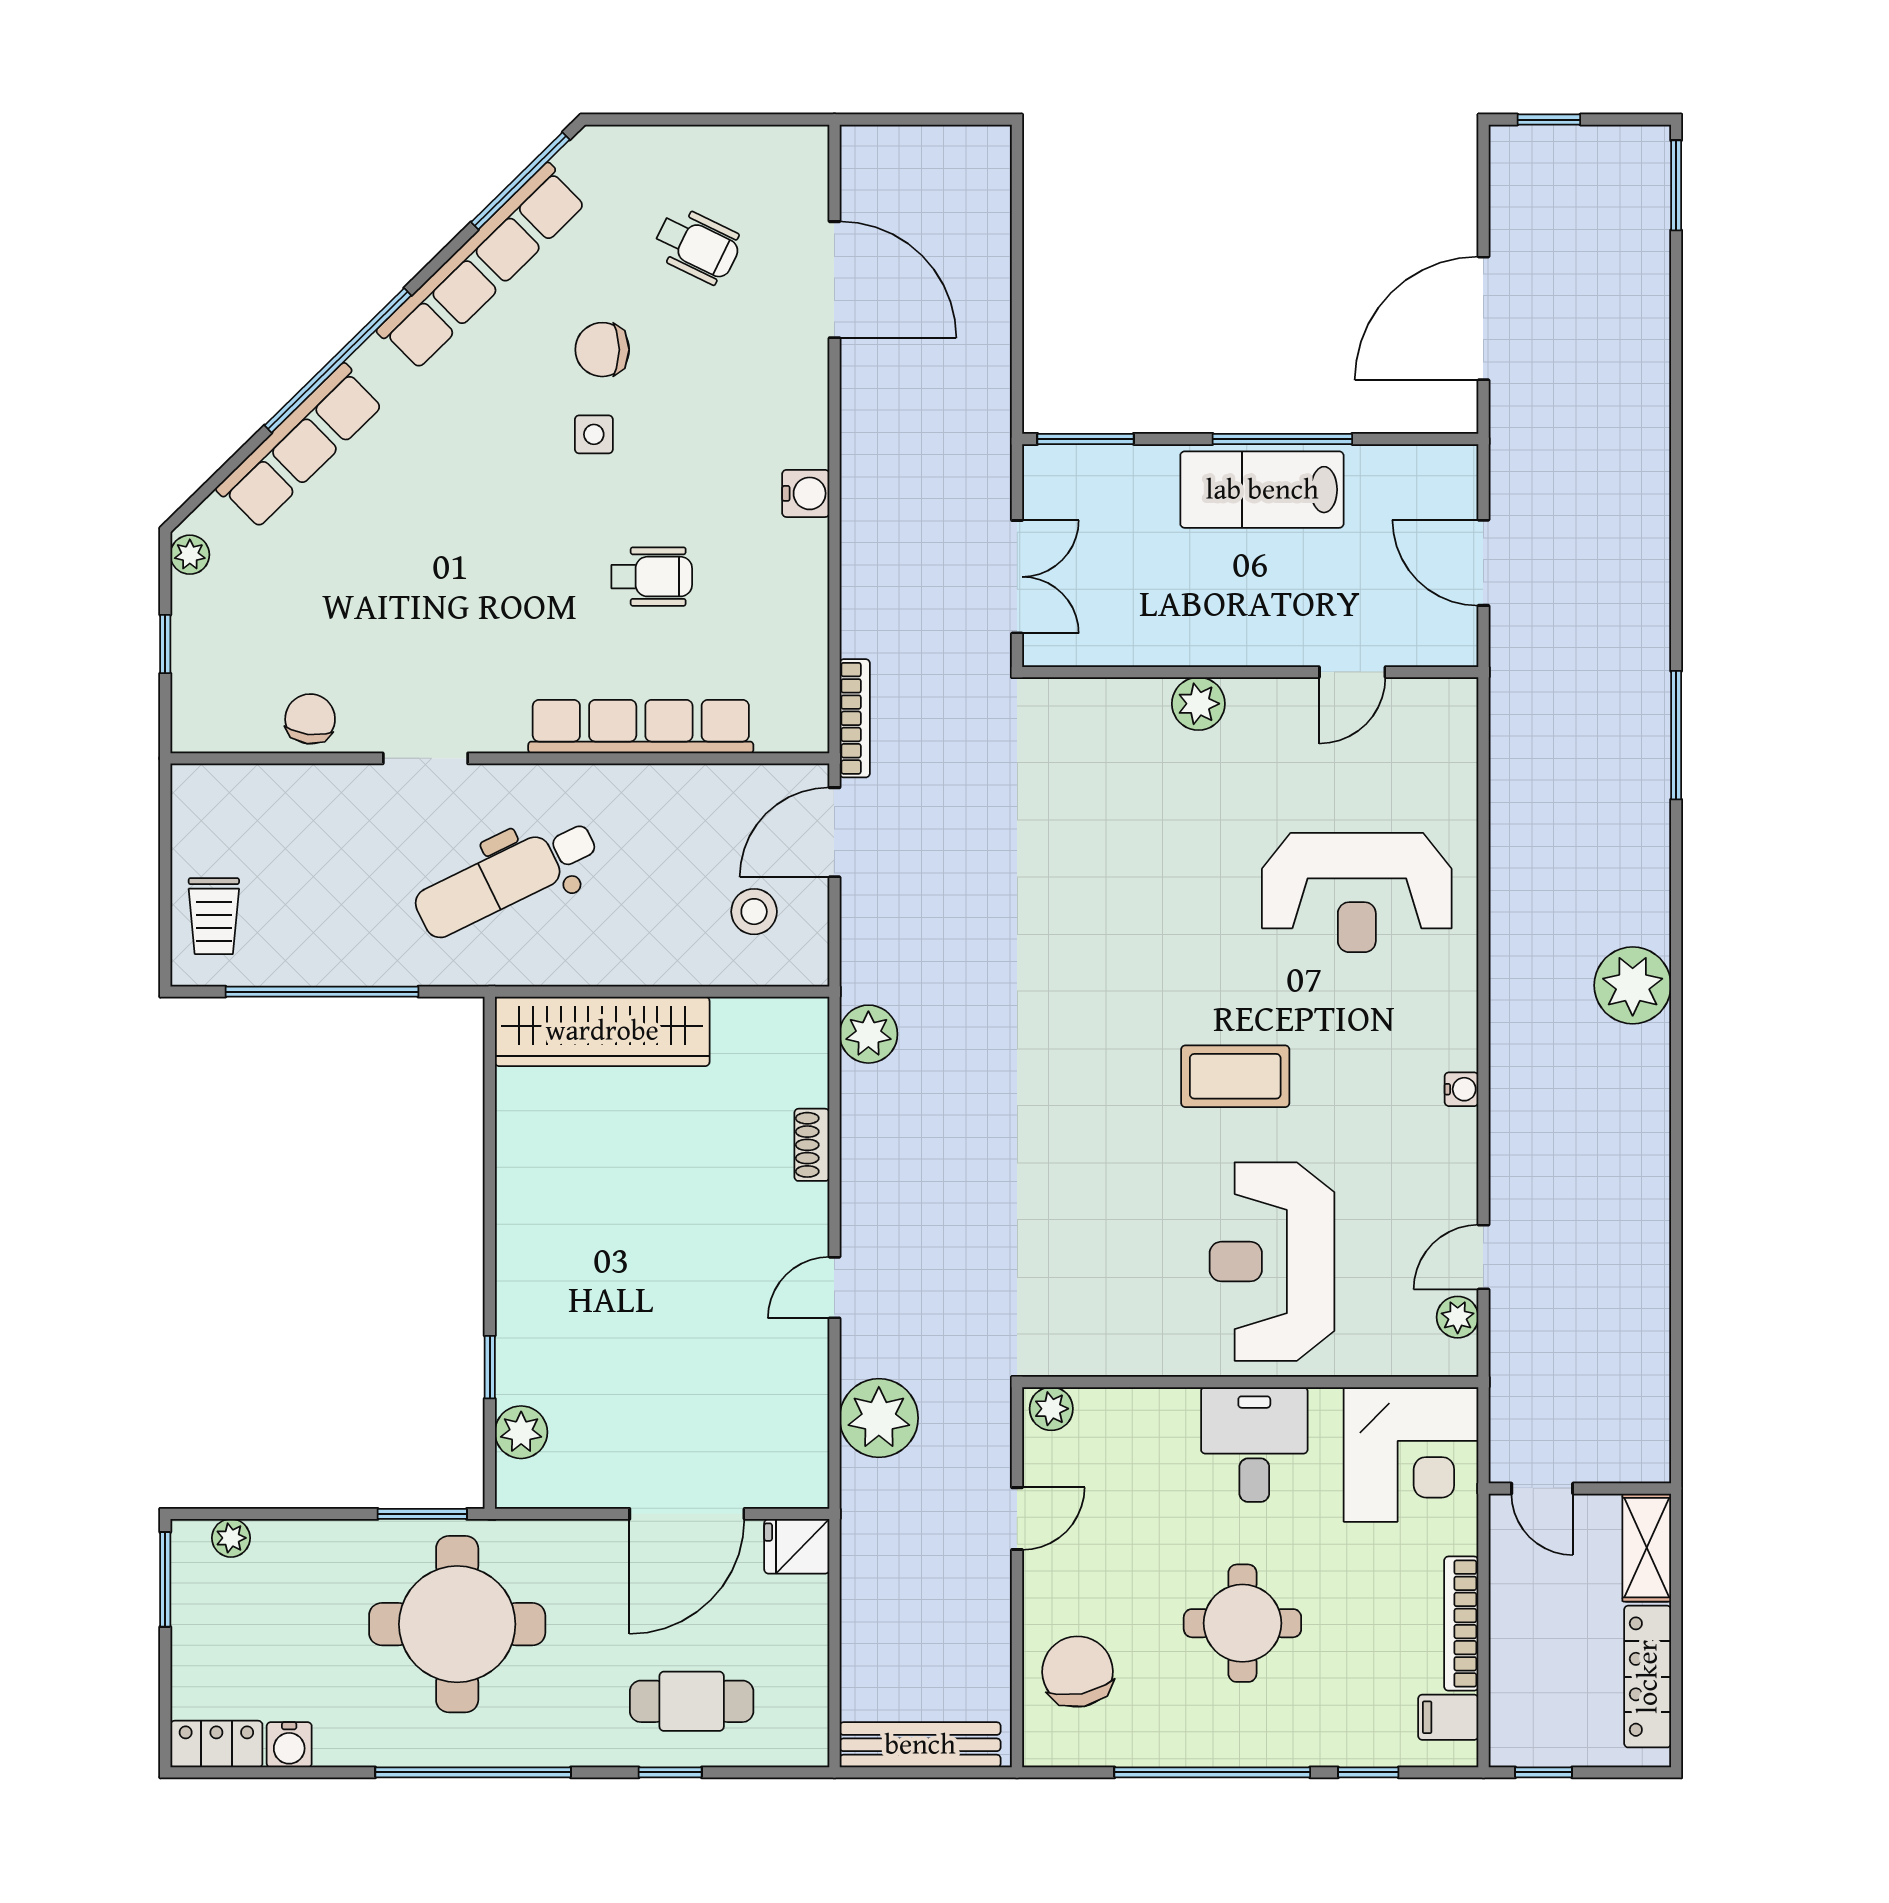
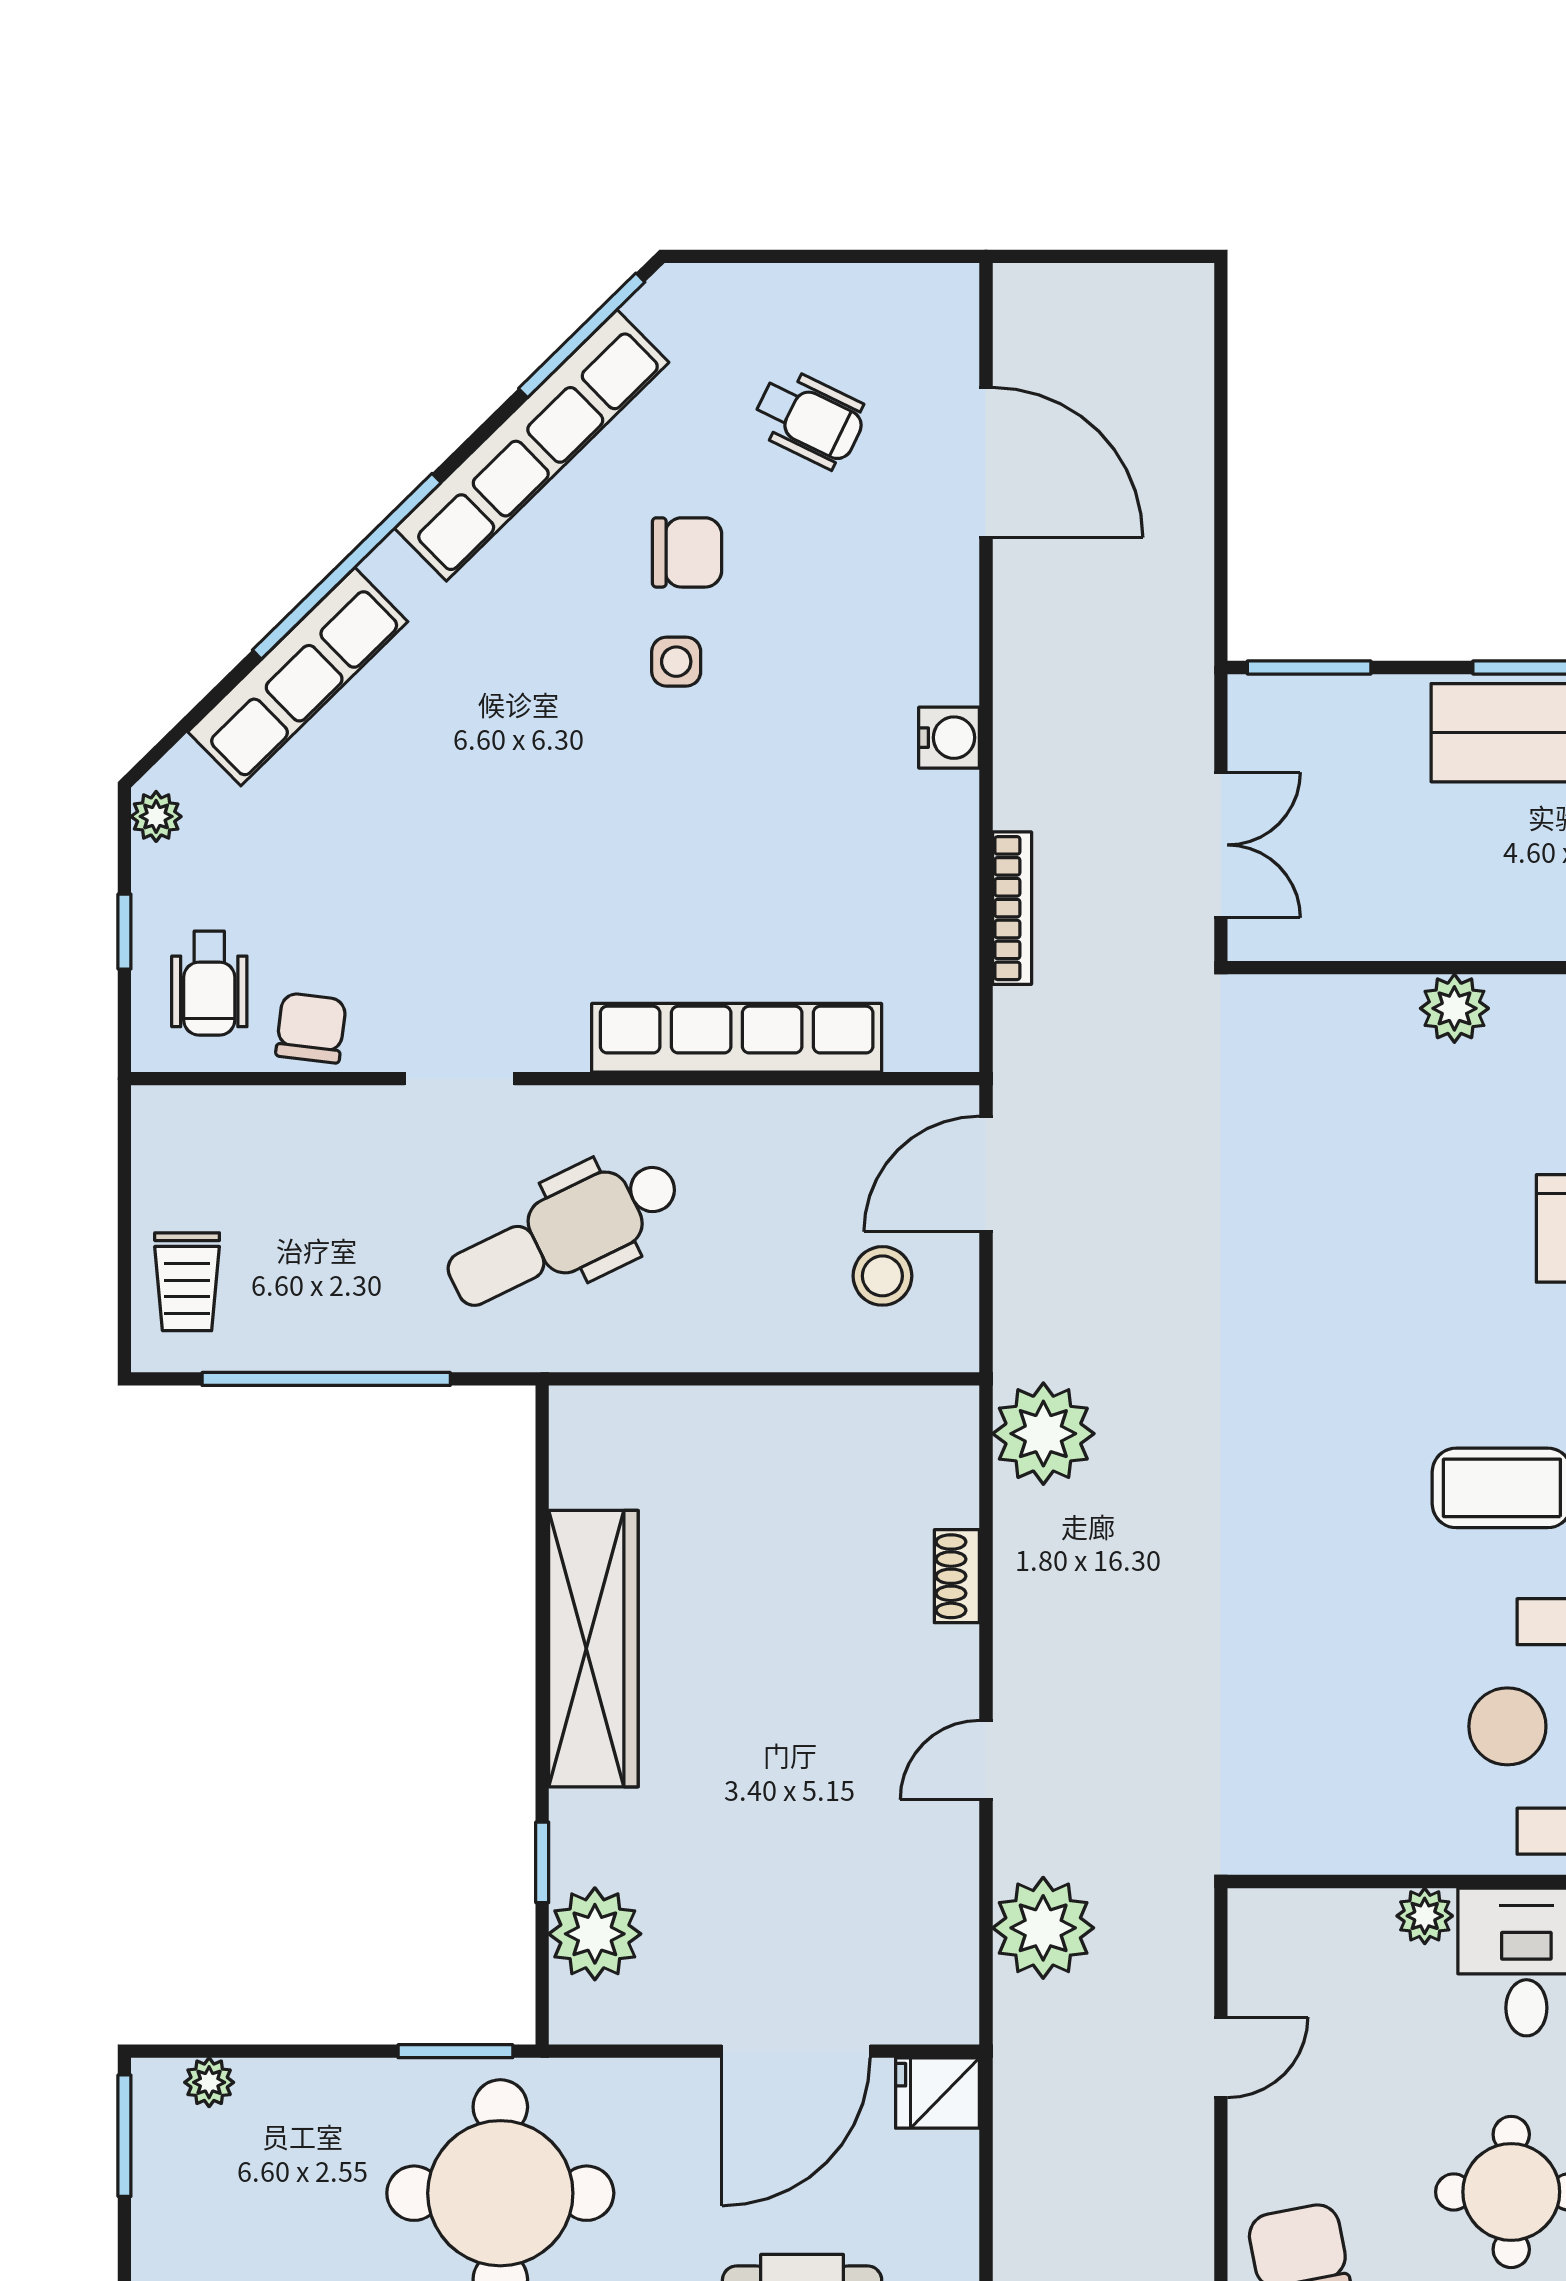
chair: (602, 350) -> (687, 552), turned 180
wheelchair: (652, 577) -> (209, 983), moved, turned 90
bookcase: (855, 718) -> (1012, 908), moved
wardrobe: (602, 1031) -> (593, 1649), moved, turned -90
plant: (868, 1034) -> (1043, 1434), width x1.36, depth x1.36
plant: (1051, 1409) -> (1425, 1916), moved
plant: (521, 1432) -> (595, 1934), width x1.36, depth x1.36

